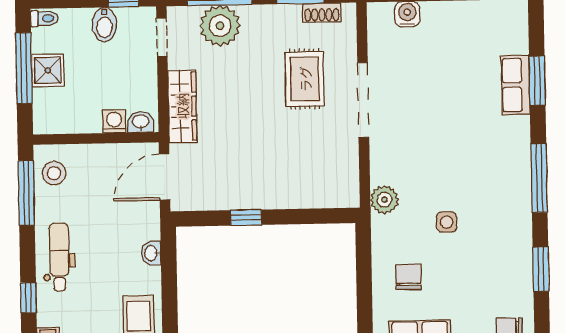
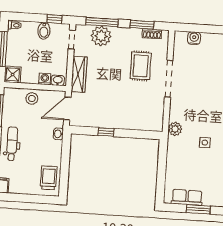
shower: (48, 70) -> (13, 75), moved
stool: (54, 173) -> (32, 98), moved
washbasin: (151, 253) -> (58, 134), moved
chair: (408, 277) -> (184, 168), removed

